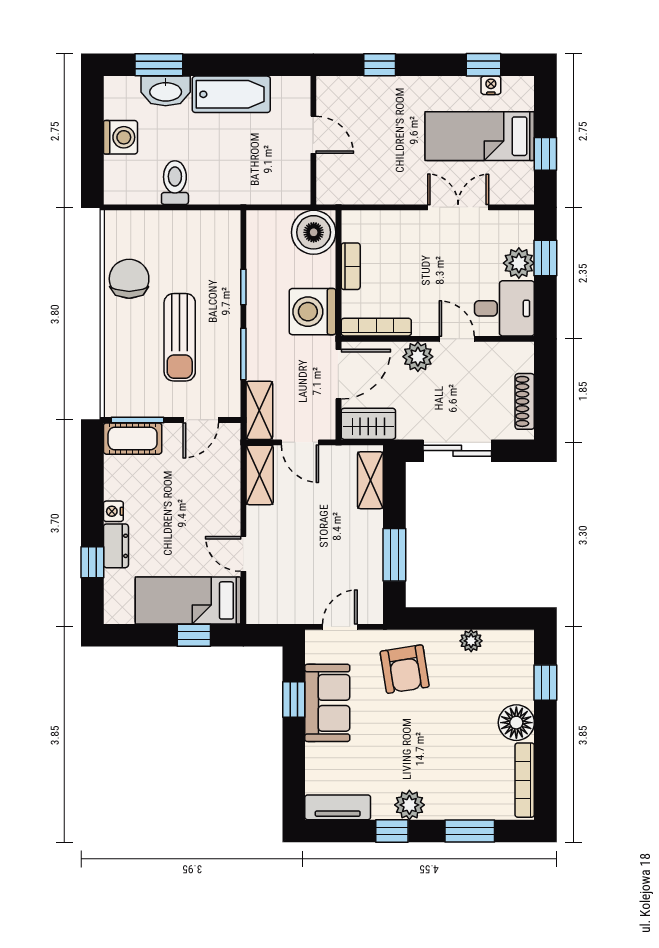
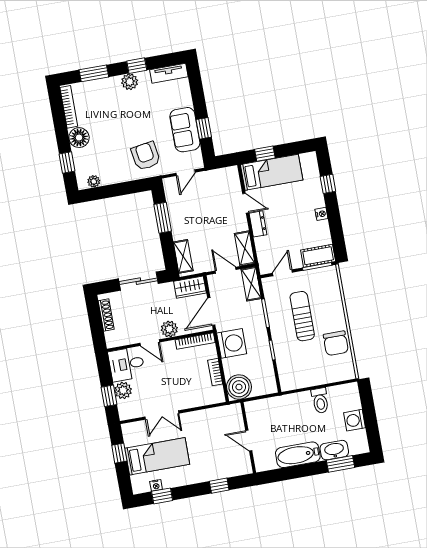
dresser: (116, 546) -> (258, 224), moved, turned 180
plant: (471, 641) -> (94, 181), moved

